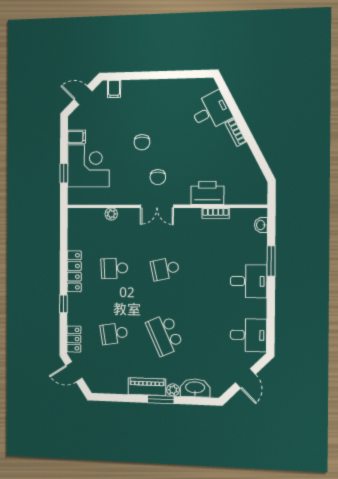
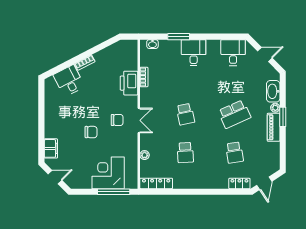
filing cabinet: (114, 89) -> (51, 148), width x2.00
door: (83, 95) -> (55, 177), swing flipped
filing cabinet: (77, 137) -> (86, 182), removed
window: (64, 173) -> (114, 192), width x2.17
locker: (74, 271) -> (156, 183), moved
window: (63, 304) -> (213, 192), removed

